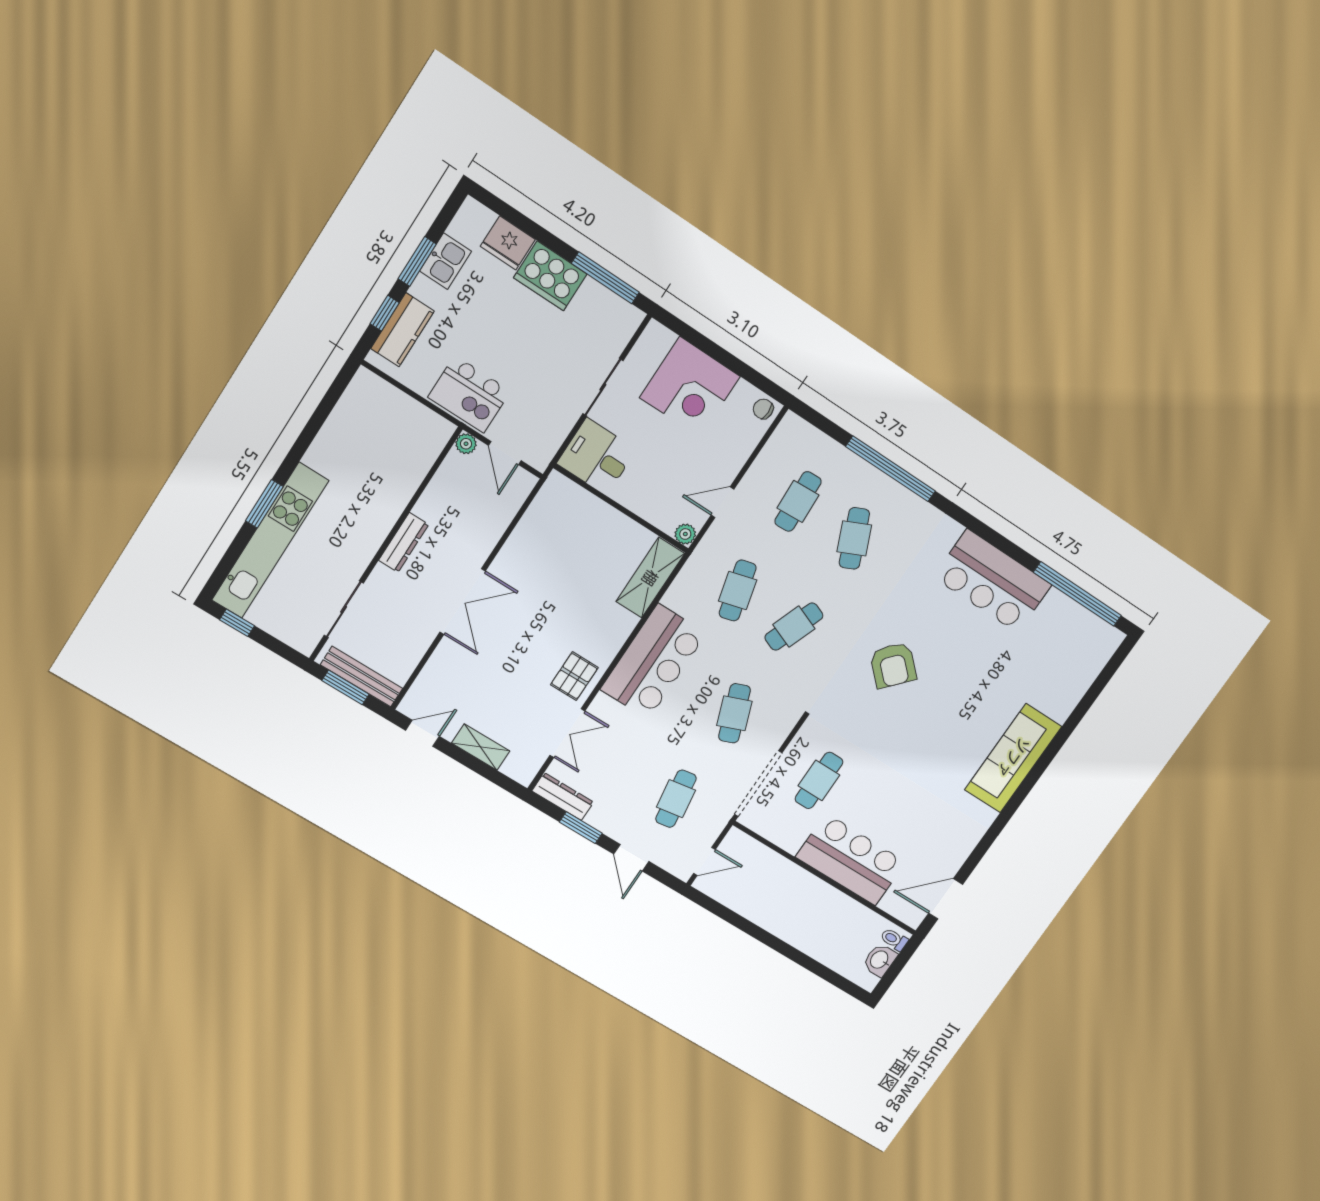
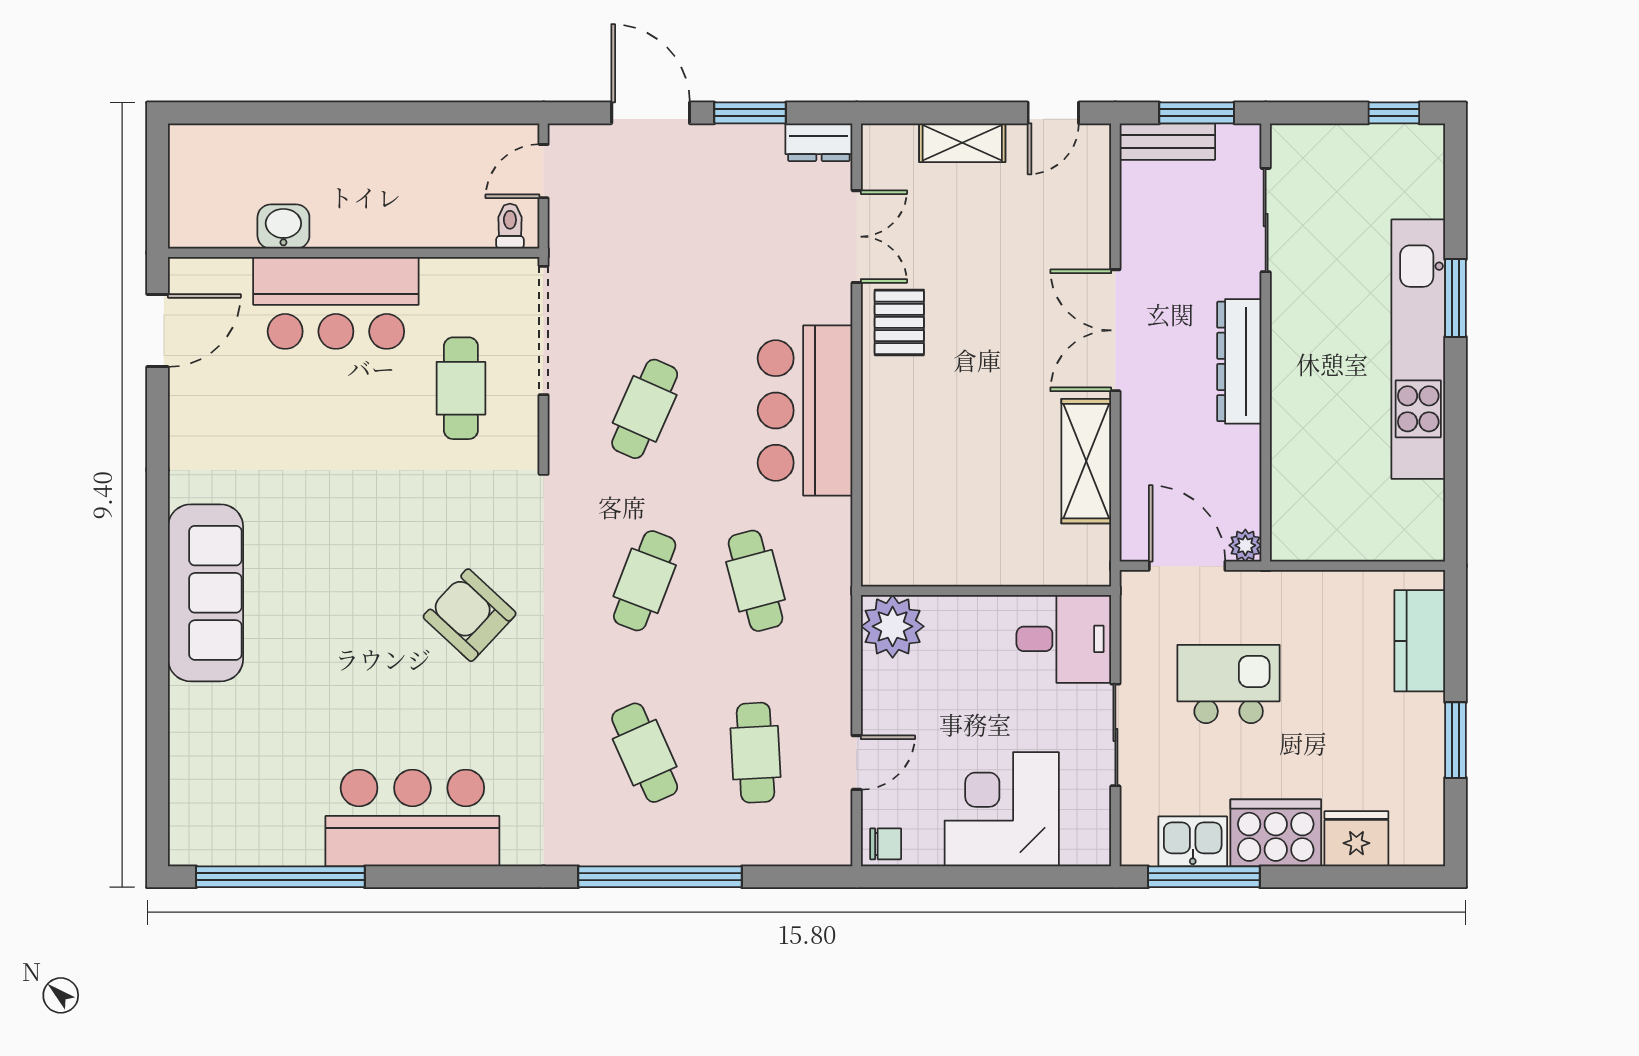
kitchen sink: (446, 261) -> (1193, 841), moved, turned 90
window: (385, 313) -> (1456, 647), removed
kitchen island: (469, 394) -> (1229, 684), moved
door: (505, 453) -> (1187, 566), width x1.38
door: (722, 502) -> (857, 763), moved
plant: (685, 534) -> (893, 626), width x1.88, depth x1.88
kitchen unit: (270, 541) -> (1418, 349), moved
dresser: (404, 542) -> (1239, 361), width x1.37, depth x1.24
shelving: (650, 578) -> (1086, 461), moved
bench: (362, 677) -> (1167, 142), width x0.73
cafe table: (734, 713) -> (645, 409), turned 45
double door: (567, 733) -> (857, 237), swing flipped
dresser: (563, 797) -> (819, 142), width x0.70
cafe table: (676, 799) -> (645, 237), removed
door: (631, 858) -> (651, 113), width x1.38
toilet: (894, 939) -> (510, 226), moved, turned -90
washbasin: (880, 960) -> (283, 227), moved, turned -90

